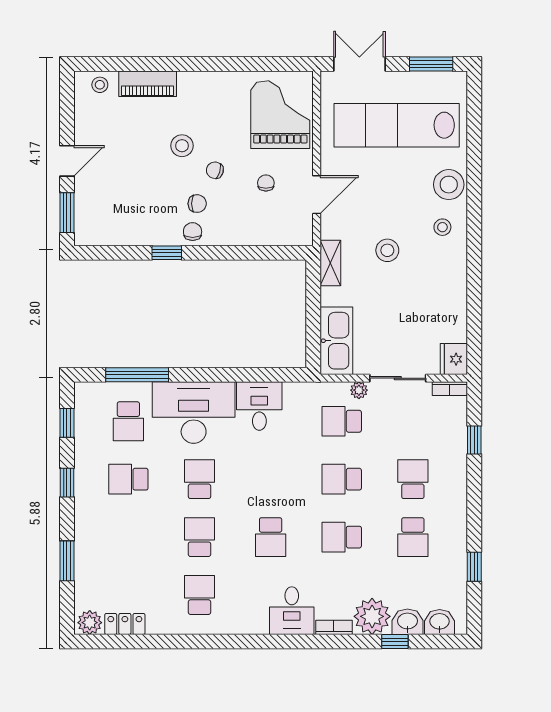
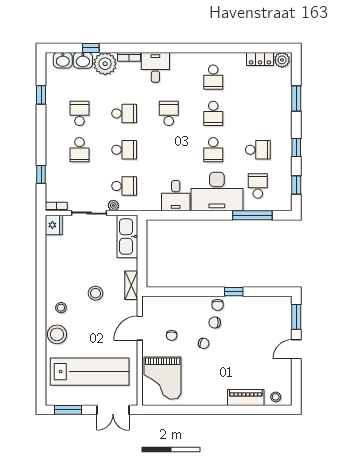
stool: (182, 146) -> (224, 359), removed

